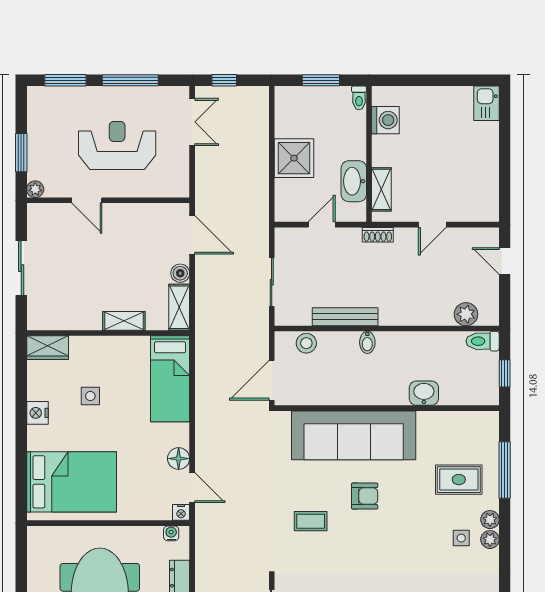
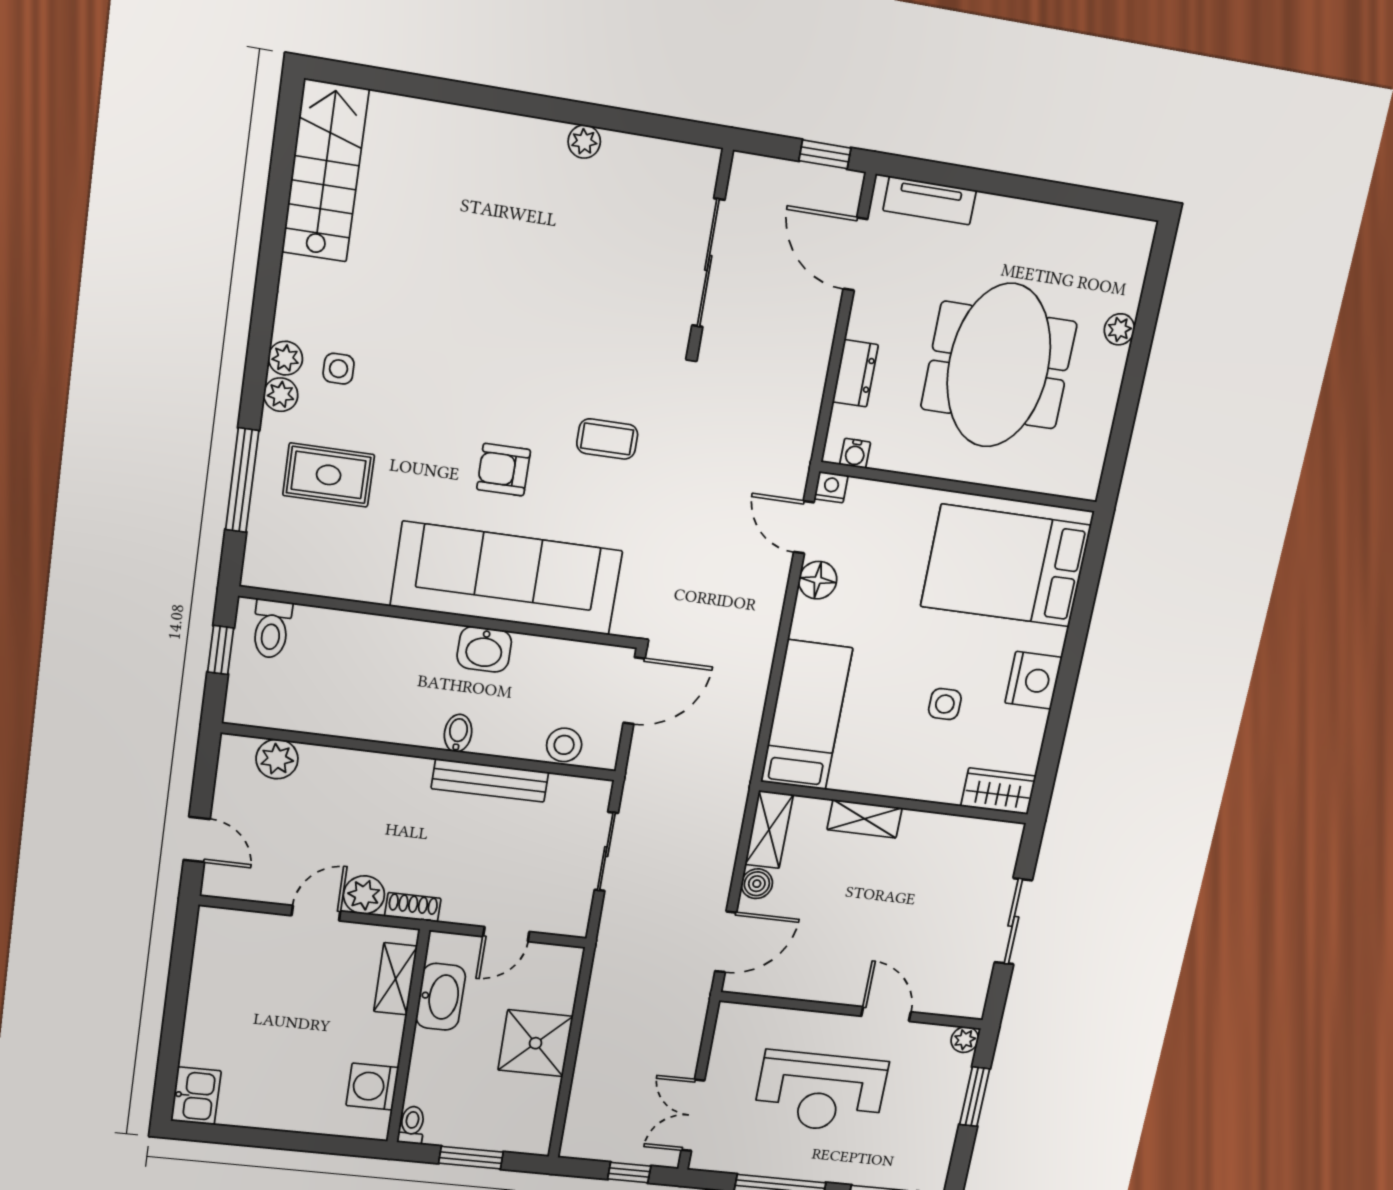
door: (192, 235) -> (726, 942), swing flipped
plant: (407, 239) -> (364, 895), added
toilet: (483, 341) -> (271, 629), moved, turned 90
washbasin: (424, 393) -> (484, 649), moved
nightstand: (37, 413) -> (1034, 680), width x1.36, depth x1.33

